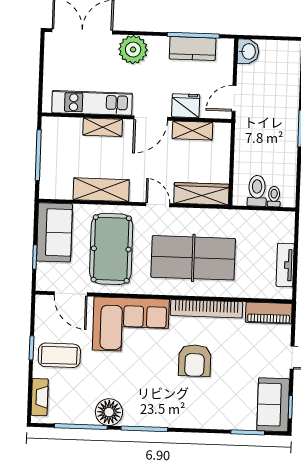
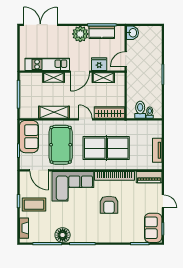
plant: (133, 50) -> (80, 34), moved

